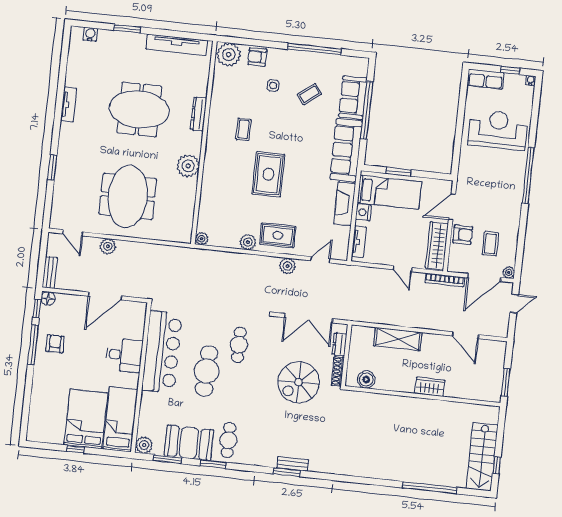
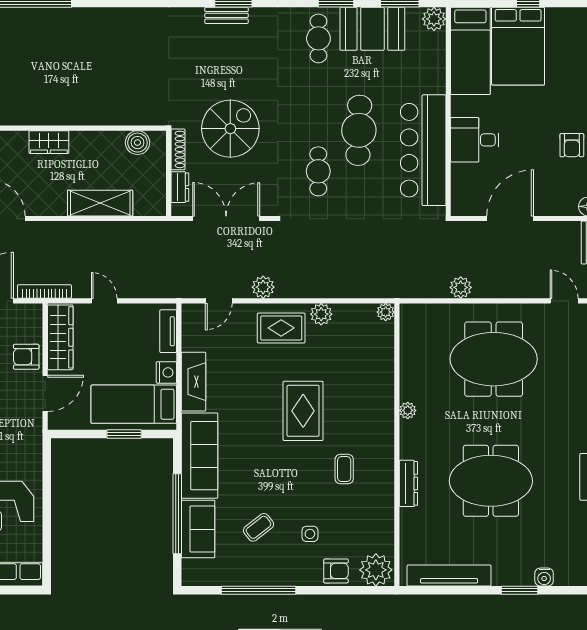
water cooler: (90, 34) -> (544, 577), moved
plant: (188, 166) -> (408, 410), width x0.53, depth x0.53
meeting table: (128, 196) -> (494, 359), turned 90
plant: (108, 246) -> (461, 287), moved

